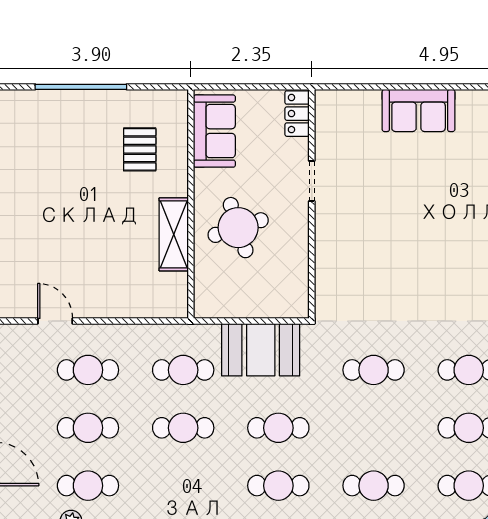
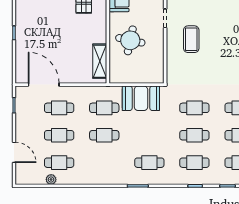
coffee table: (367, 225) -> (191, 39), added
round table: (238, 228) -> (130, 40), turned 30
shelving: (174, 234) -> (100, 61), moved
door: (55, 321) -> (44, 85), width x1.88
cafe table: (278, 428) -> (194, 135), moved

